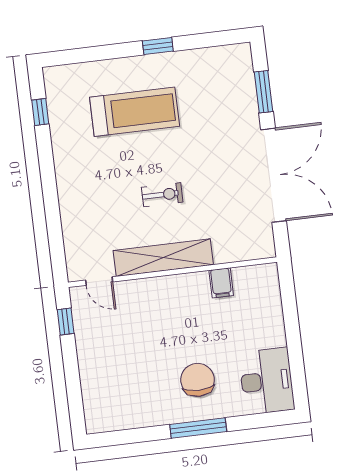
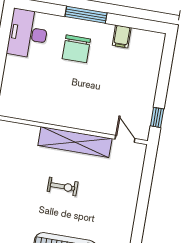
exercise bike: (162, 195) -> (63, 187), turned 180
filing cabinet: (221, 283) -> (122, 36), moved, turned 180

